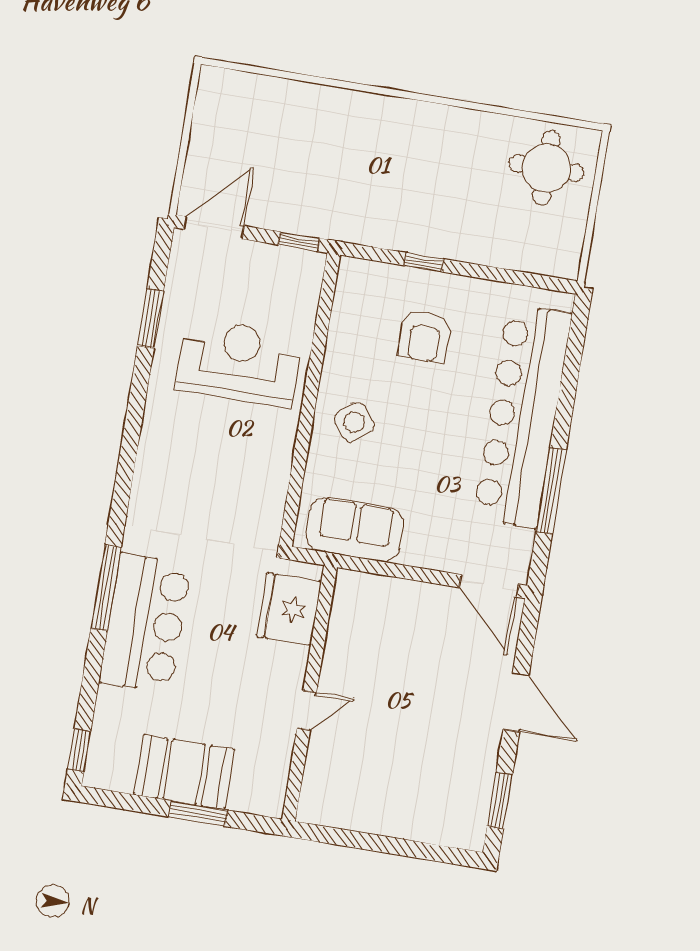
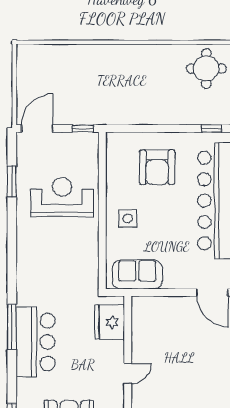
window: (424, 262) -> (211, 129), moved
armchair: (425, 336) -> (157, 167), width x1.36, depth x1.36
side table: (354, 422) -> (128, 218), turned 38

